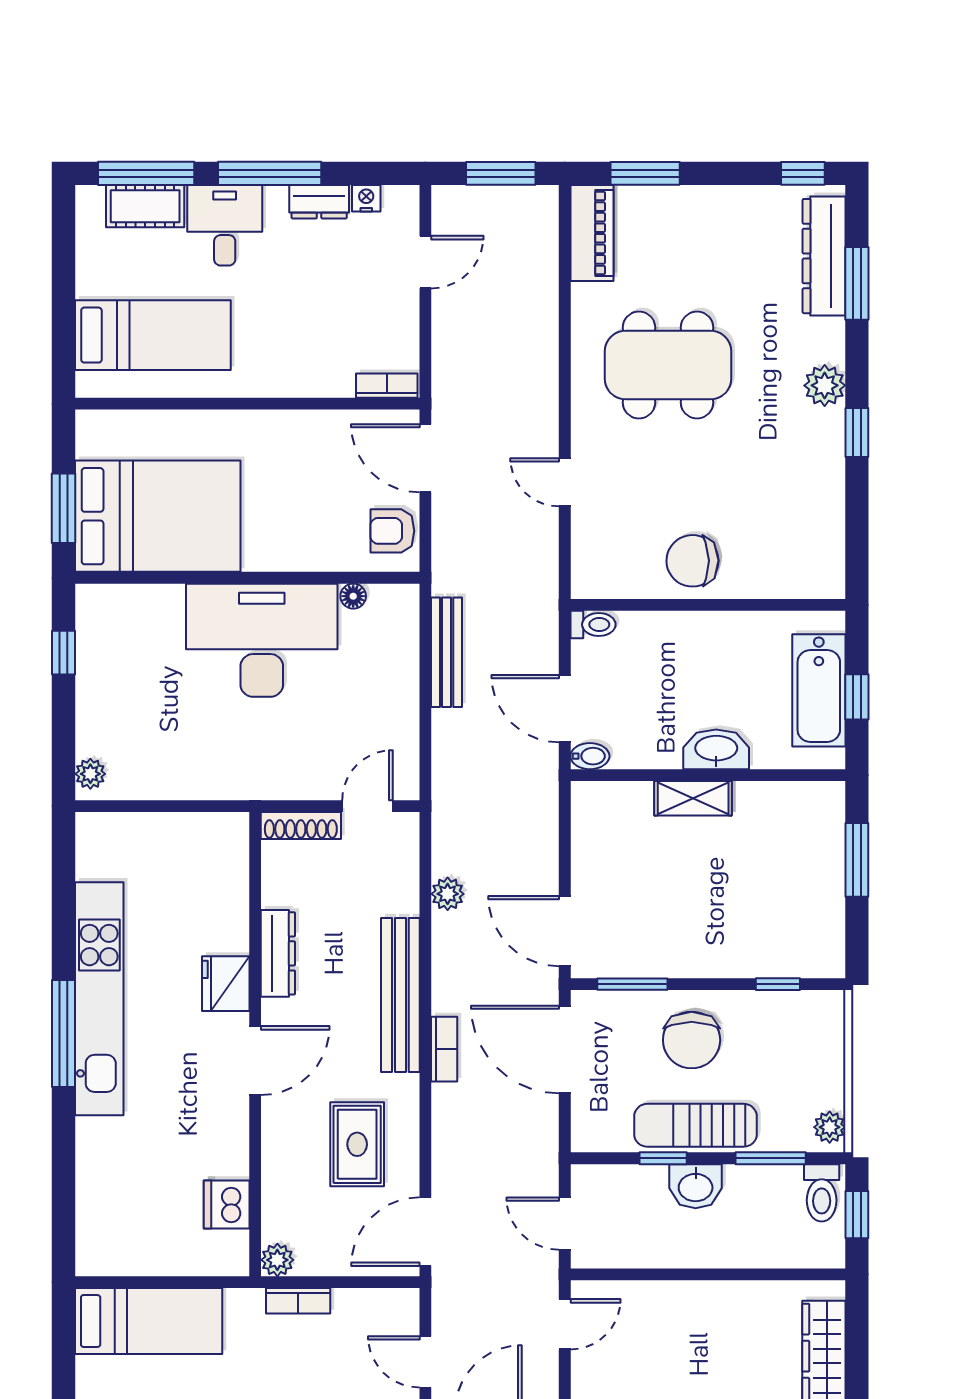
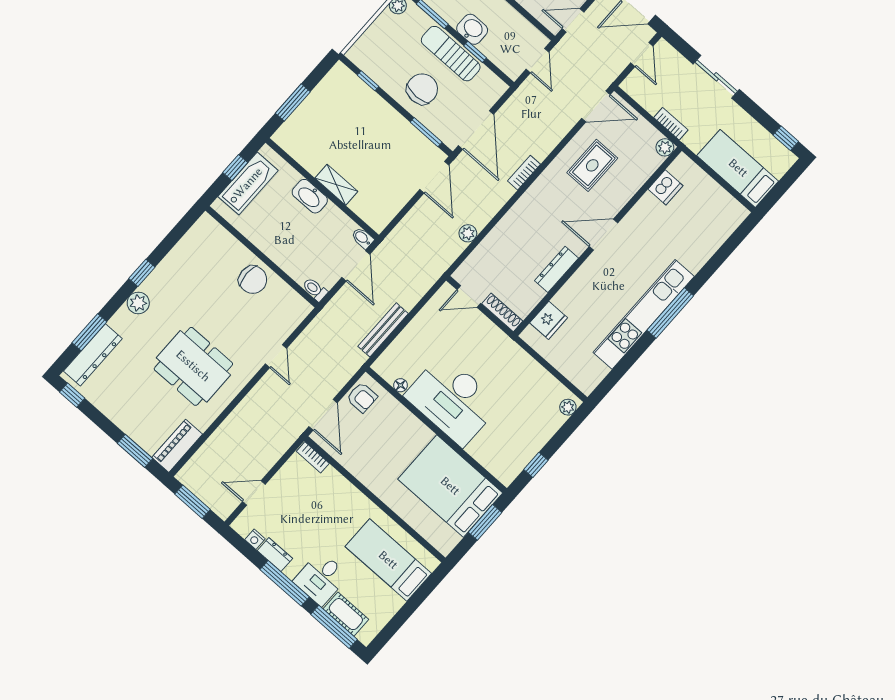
fridge: (226, 984) -> (549, 320), moved
bench: (400, 995) -> (522, 210), removed
sun lounger: (696, 1125) -> (451, 54), turned 180

